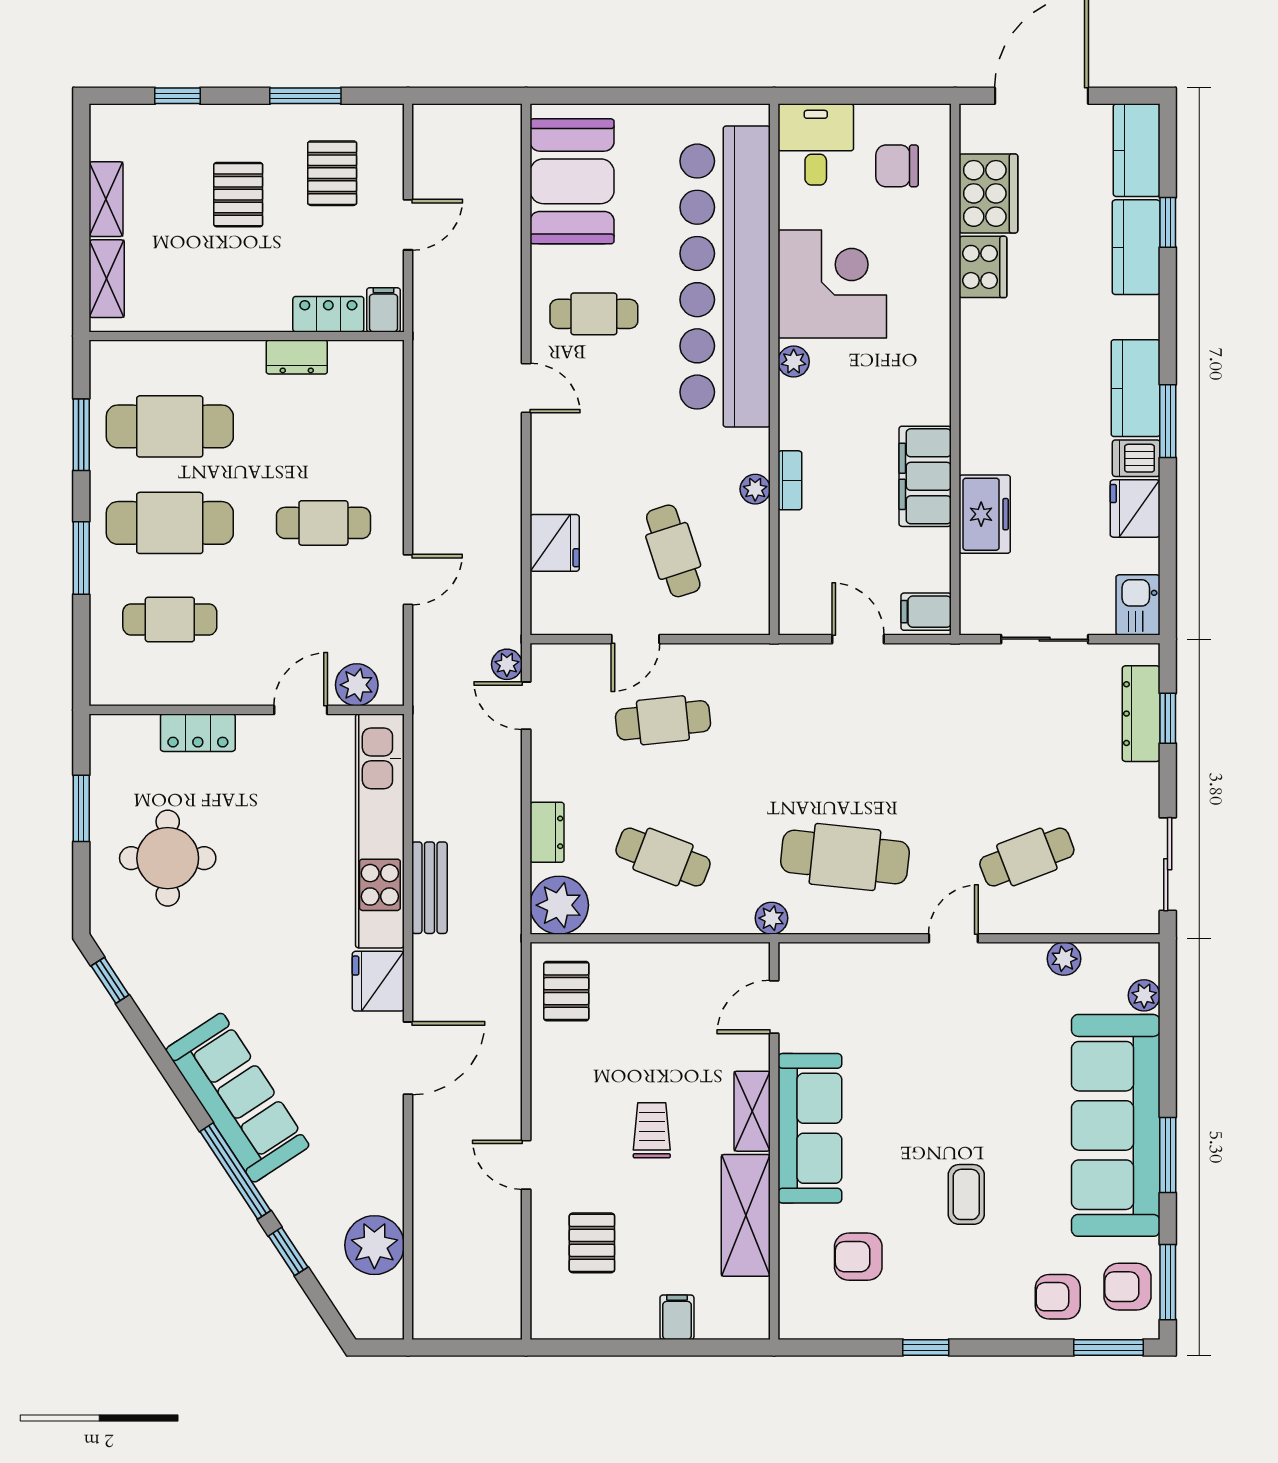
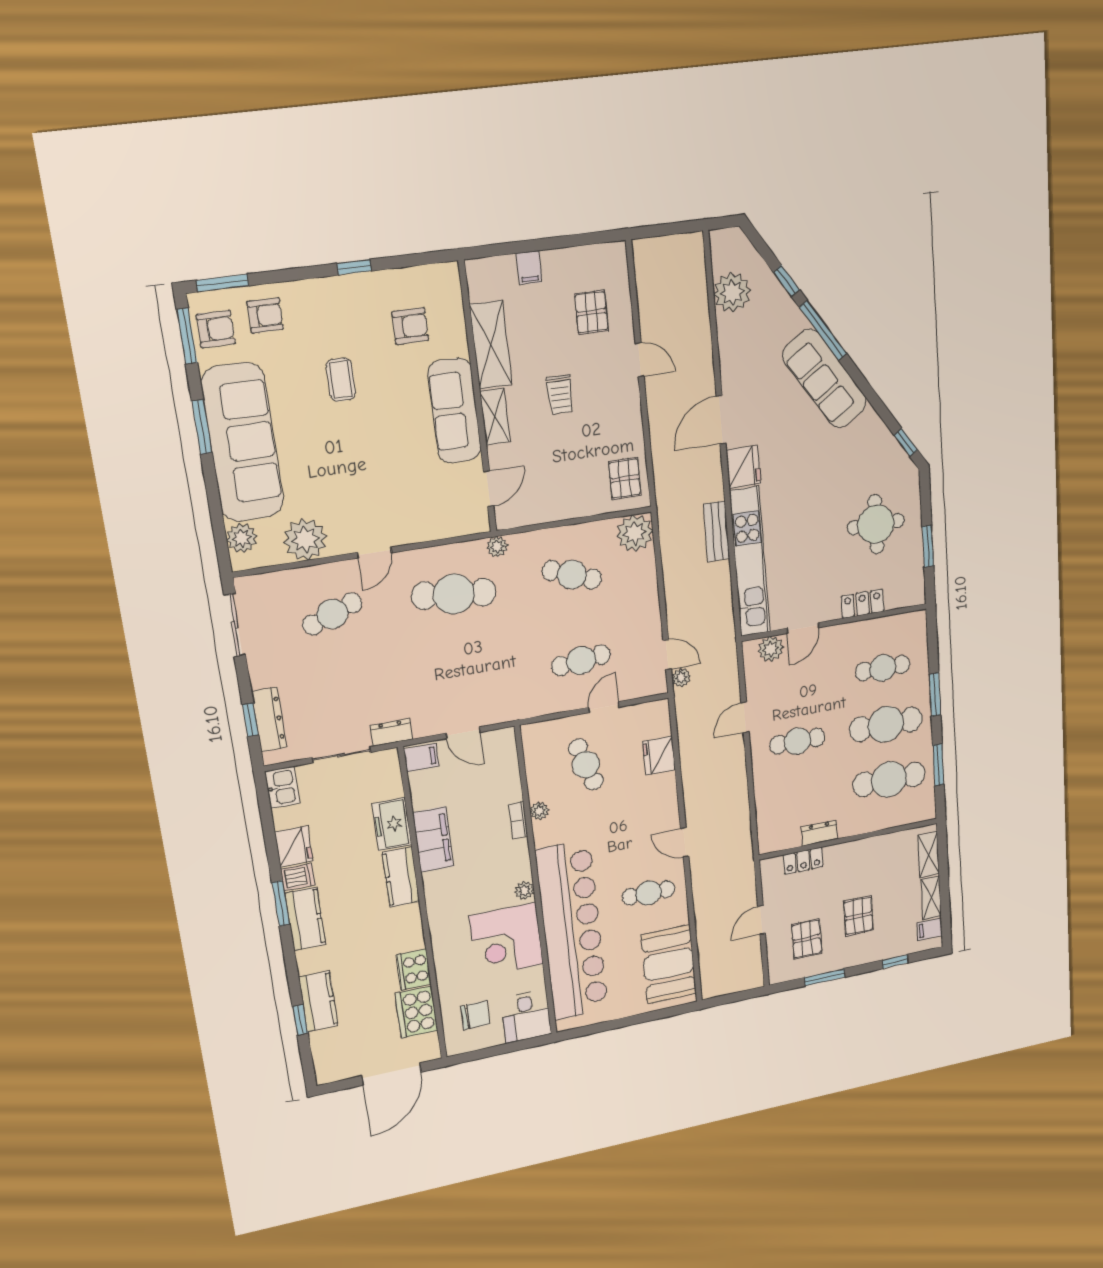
kitchen counter: (1137, 150) -> (401, 877), moved, turned 180
filing cabinet: (384, 310) -> (930, 929), moved, turned 90
dresser: (547, 832) -> (391, 732), moved, turned 90
plant: (1064, 959) -> (305, 539), width x1.88, depth x1.88
plant: (1144, 995) -> (242, 538), width x1.38, depth x1.38

